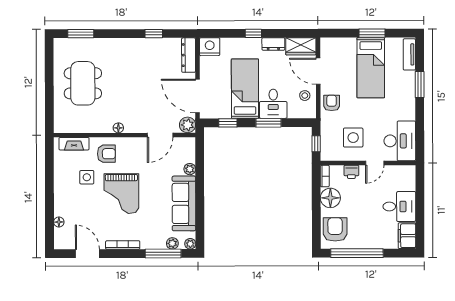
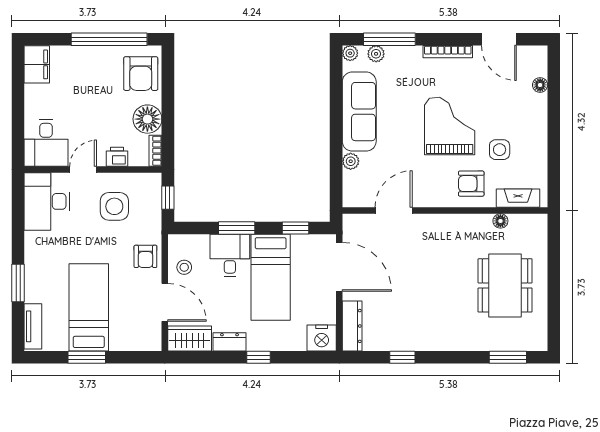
plant: (188, 125) -> (354, 225), removed
floor lamp: (118, 128) -> (500, 221), moved
desk: (399, 206) -> (46, 143), moved, turned -90

